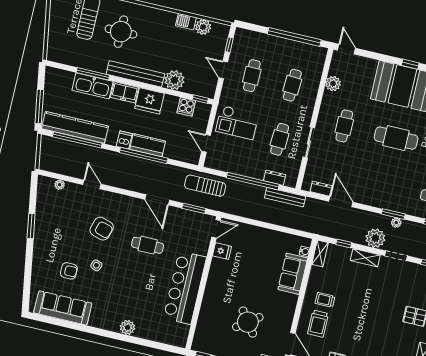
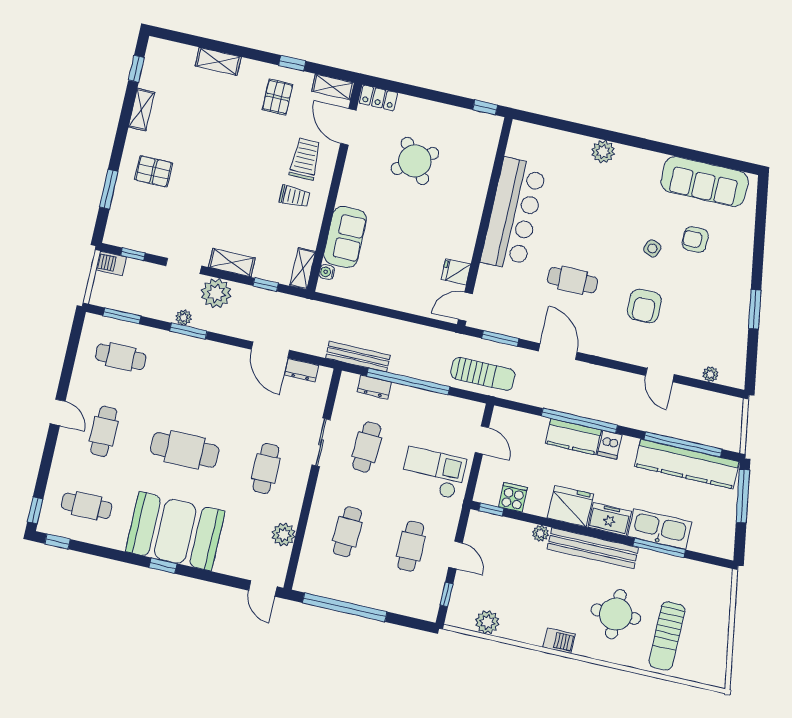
barbecue: (186, 22) -> (559, 641), moved
plant: (174, 80) -> (540, 533), width x0.53, depth x0.53
armchair: (102, 229) -> (644, 306), turned -107

